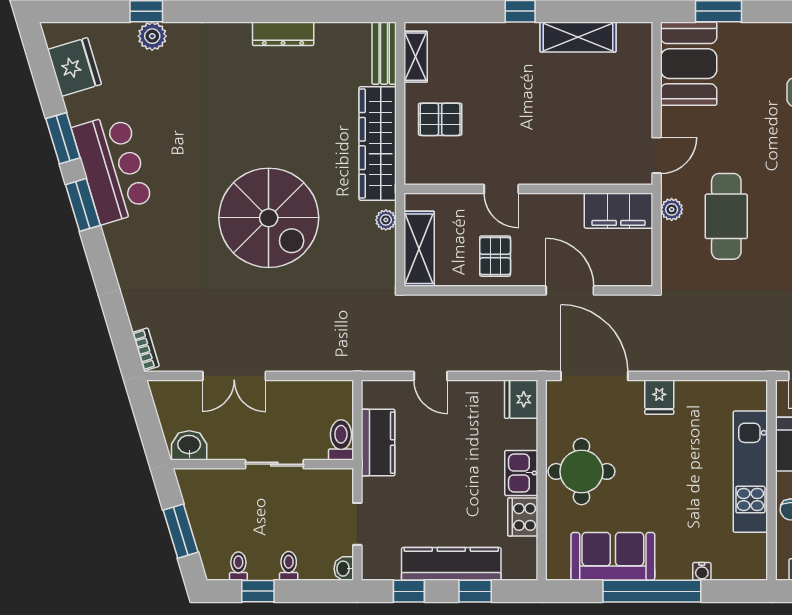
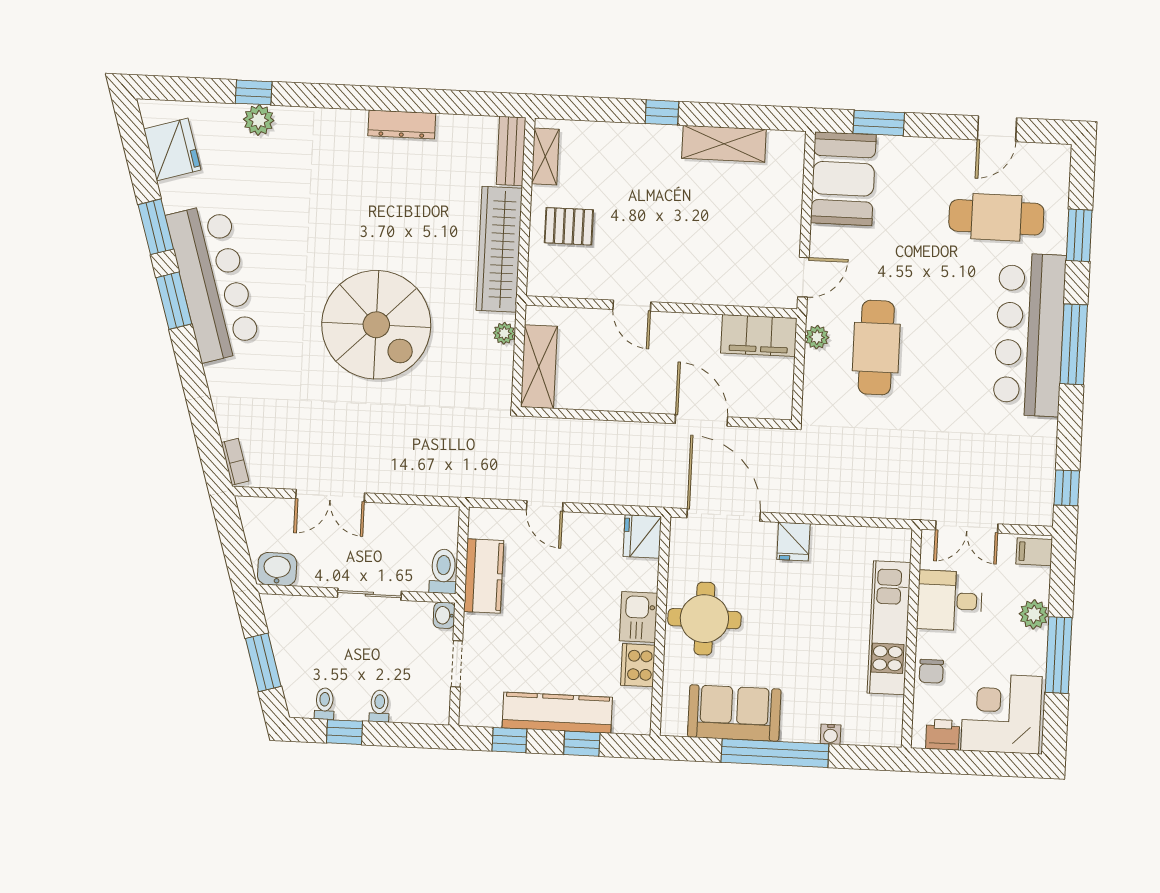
bar counter: (113, 168) -> (213, 282), width x1.36
pallet: (495, 256) -> (622, 379), removed
washbasin: (344, 569) -> (444, 615), moved

